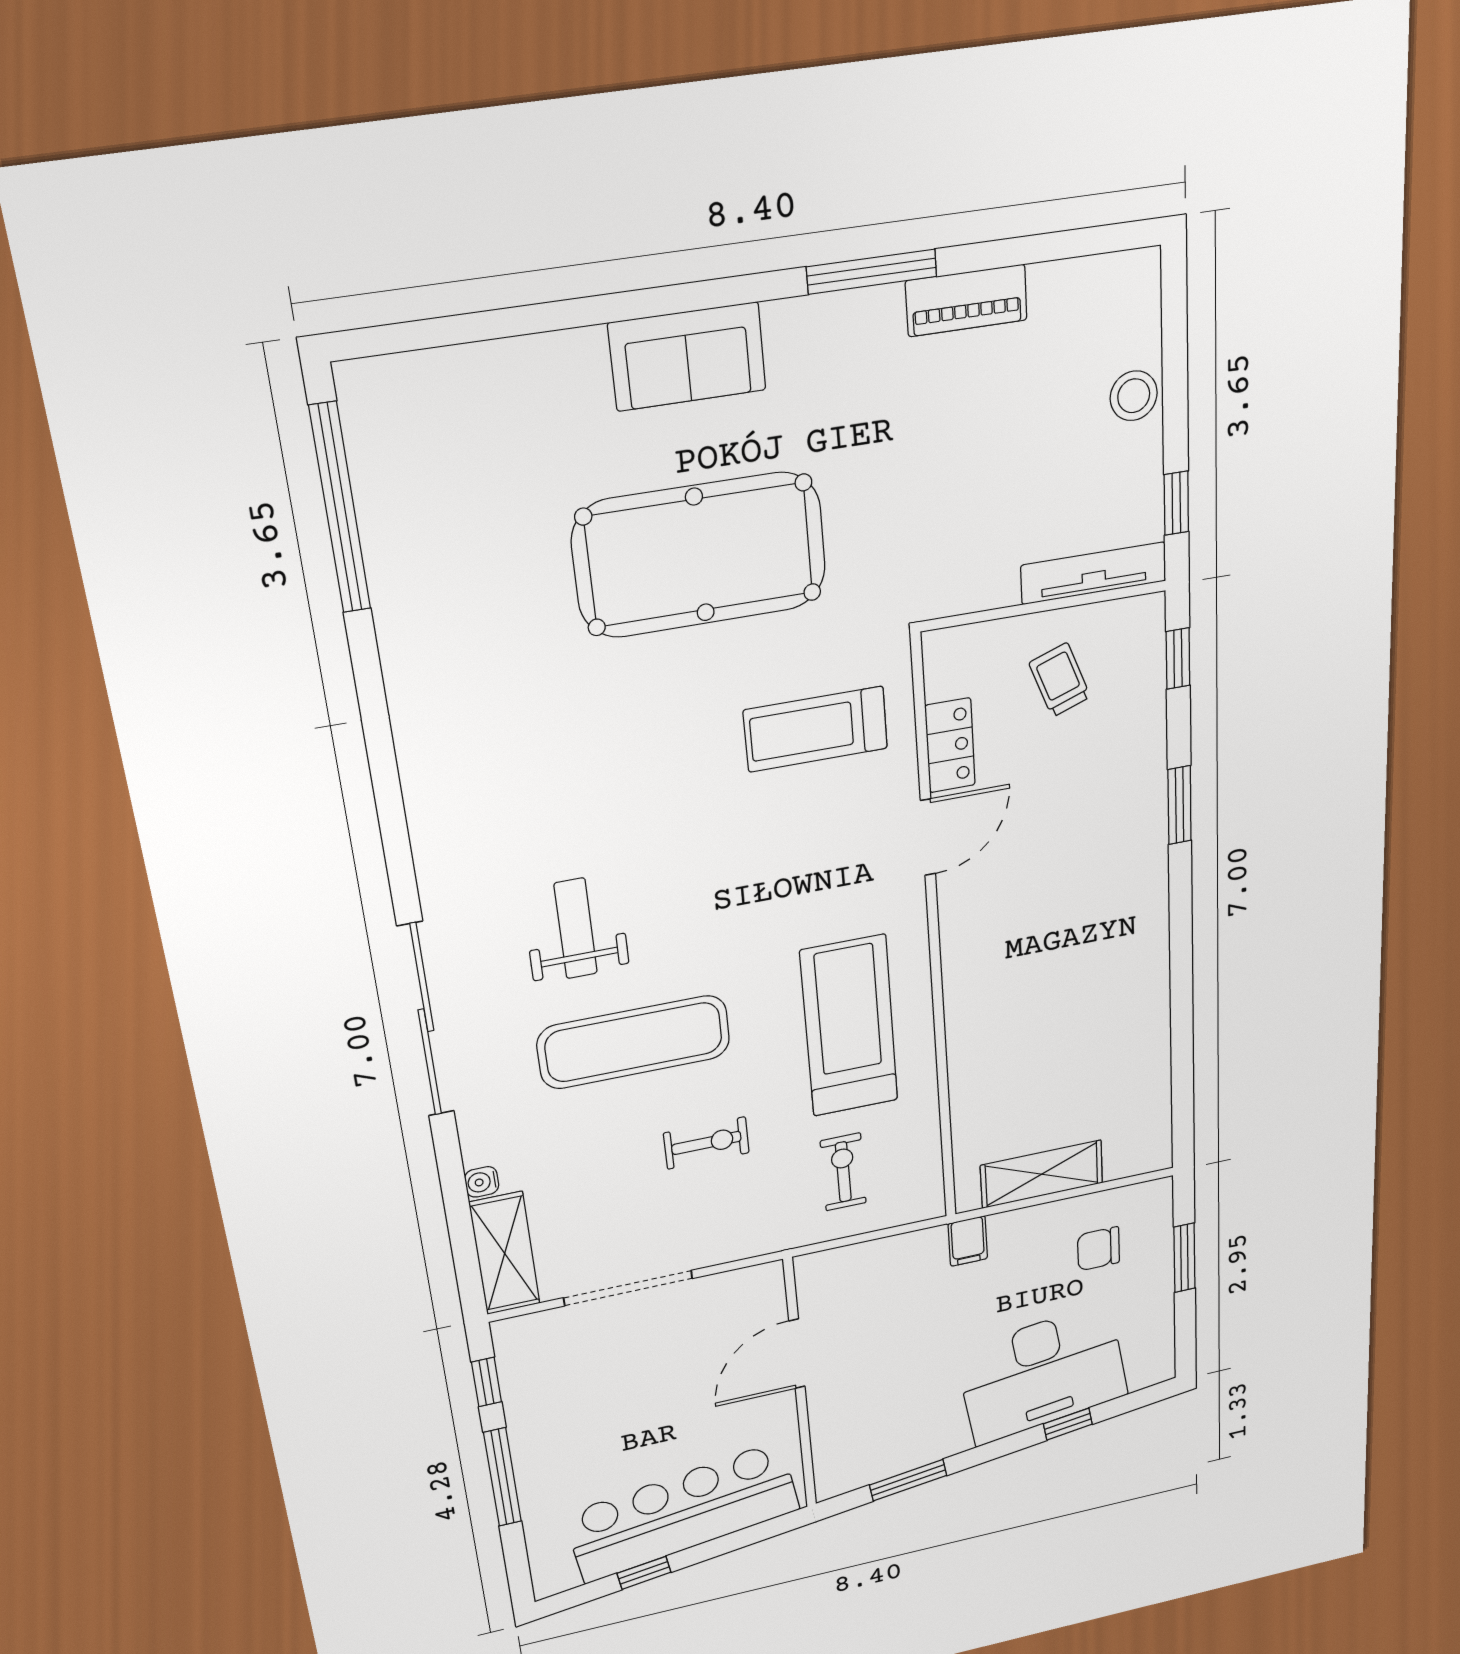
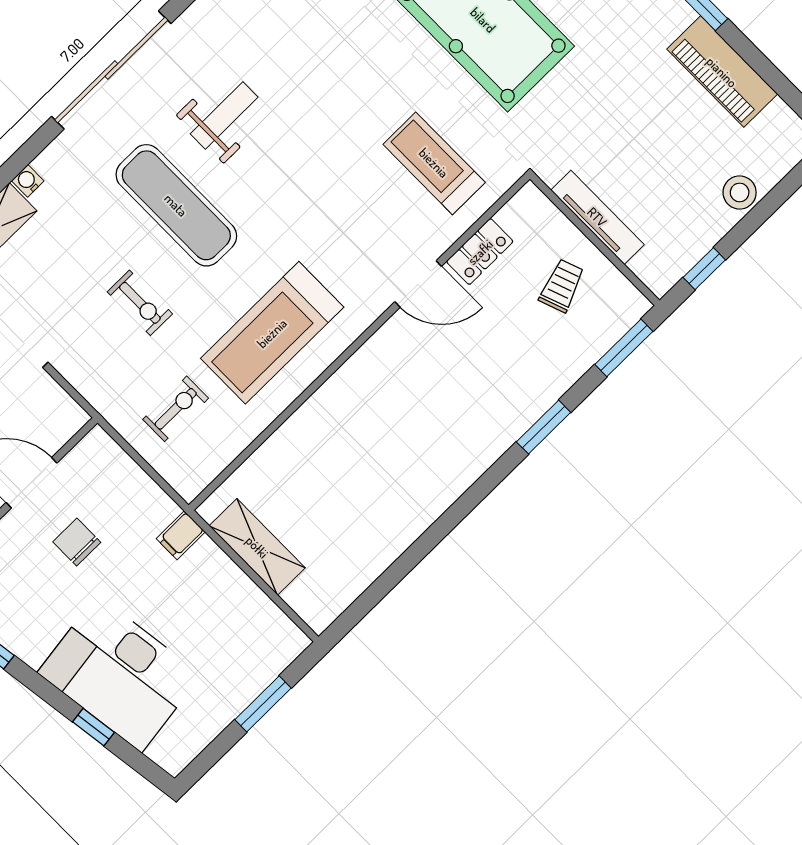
piano: (966, 300) -> (722, 72), width x1.37, depth x1.33
tv unit: (1094, 573) -> (597, 217), moved
window: (1178, 659) -> (624, 348), width x1.50
treadmill: (849, 1026) -> (272, 333), turned 180
chair: (1098, 1249) -> (77, 542), moved

